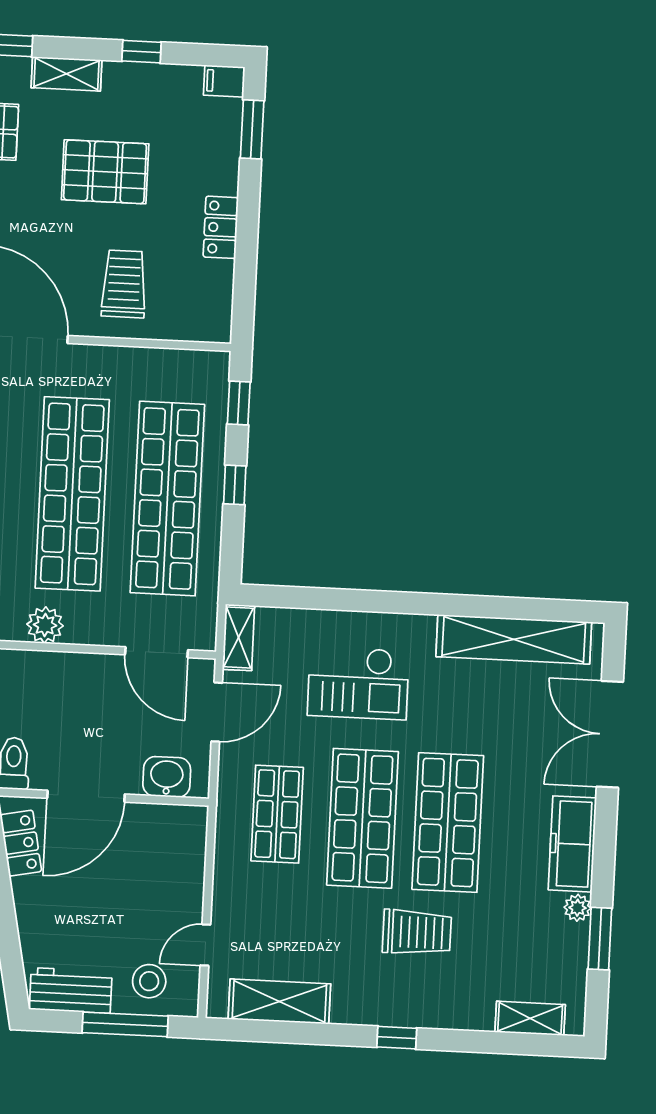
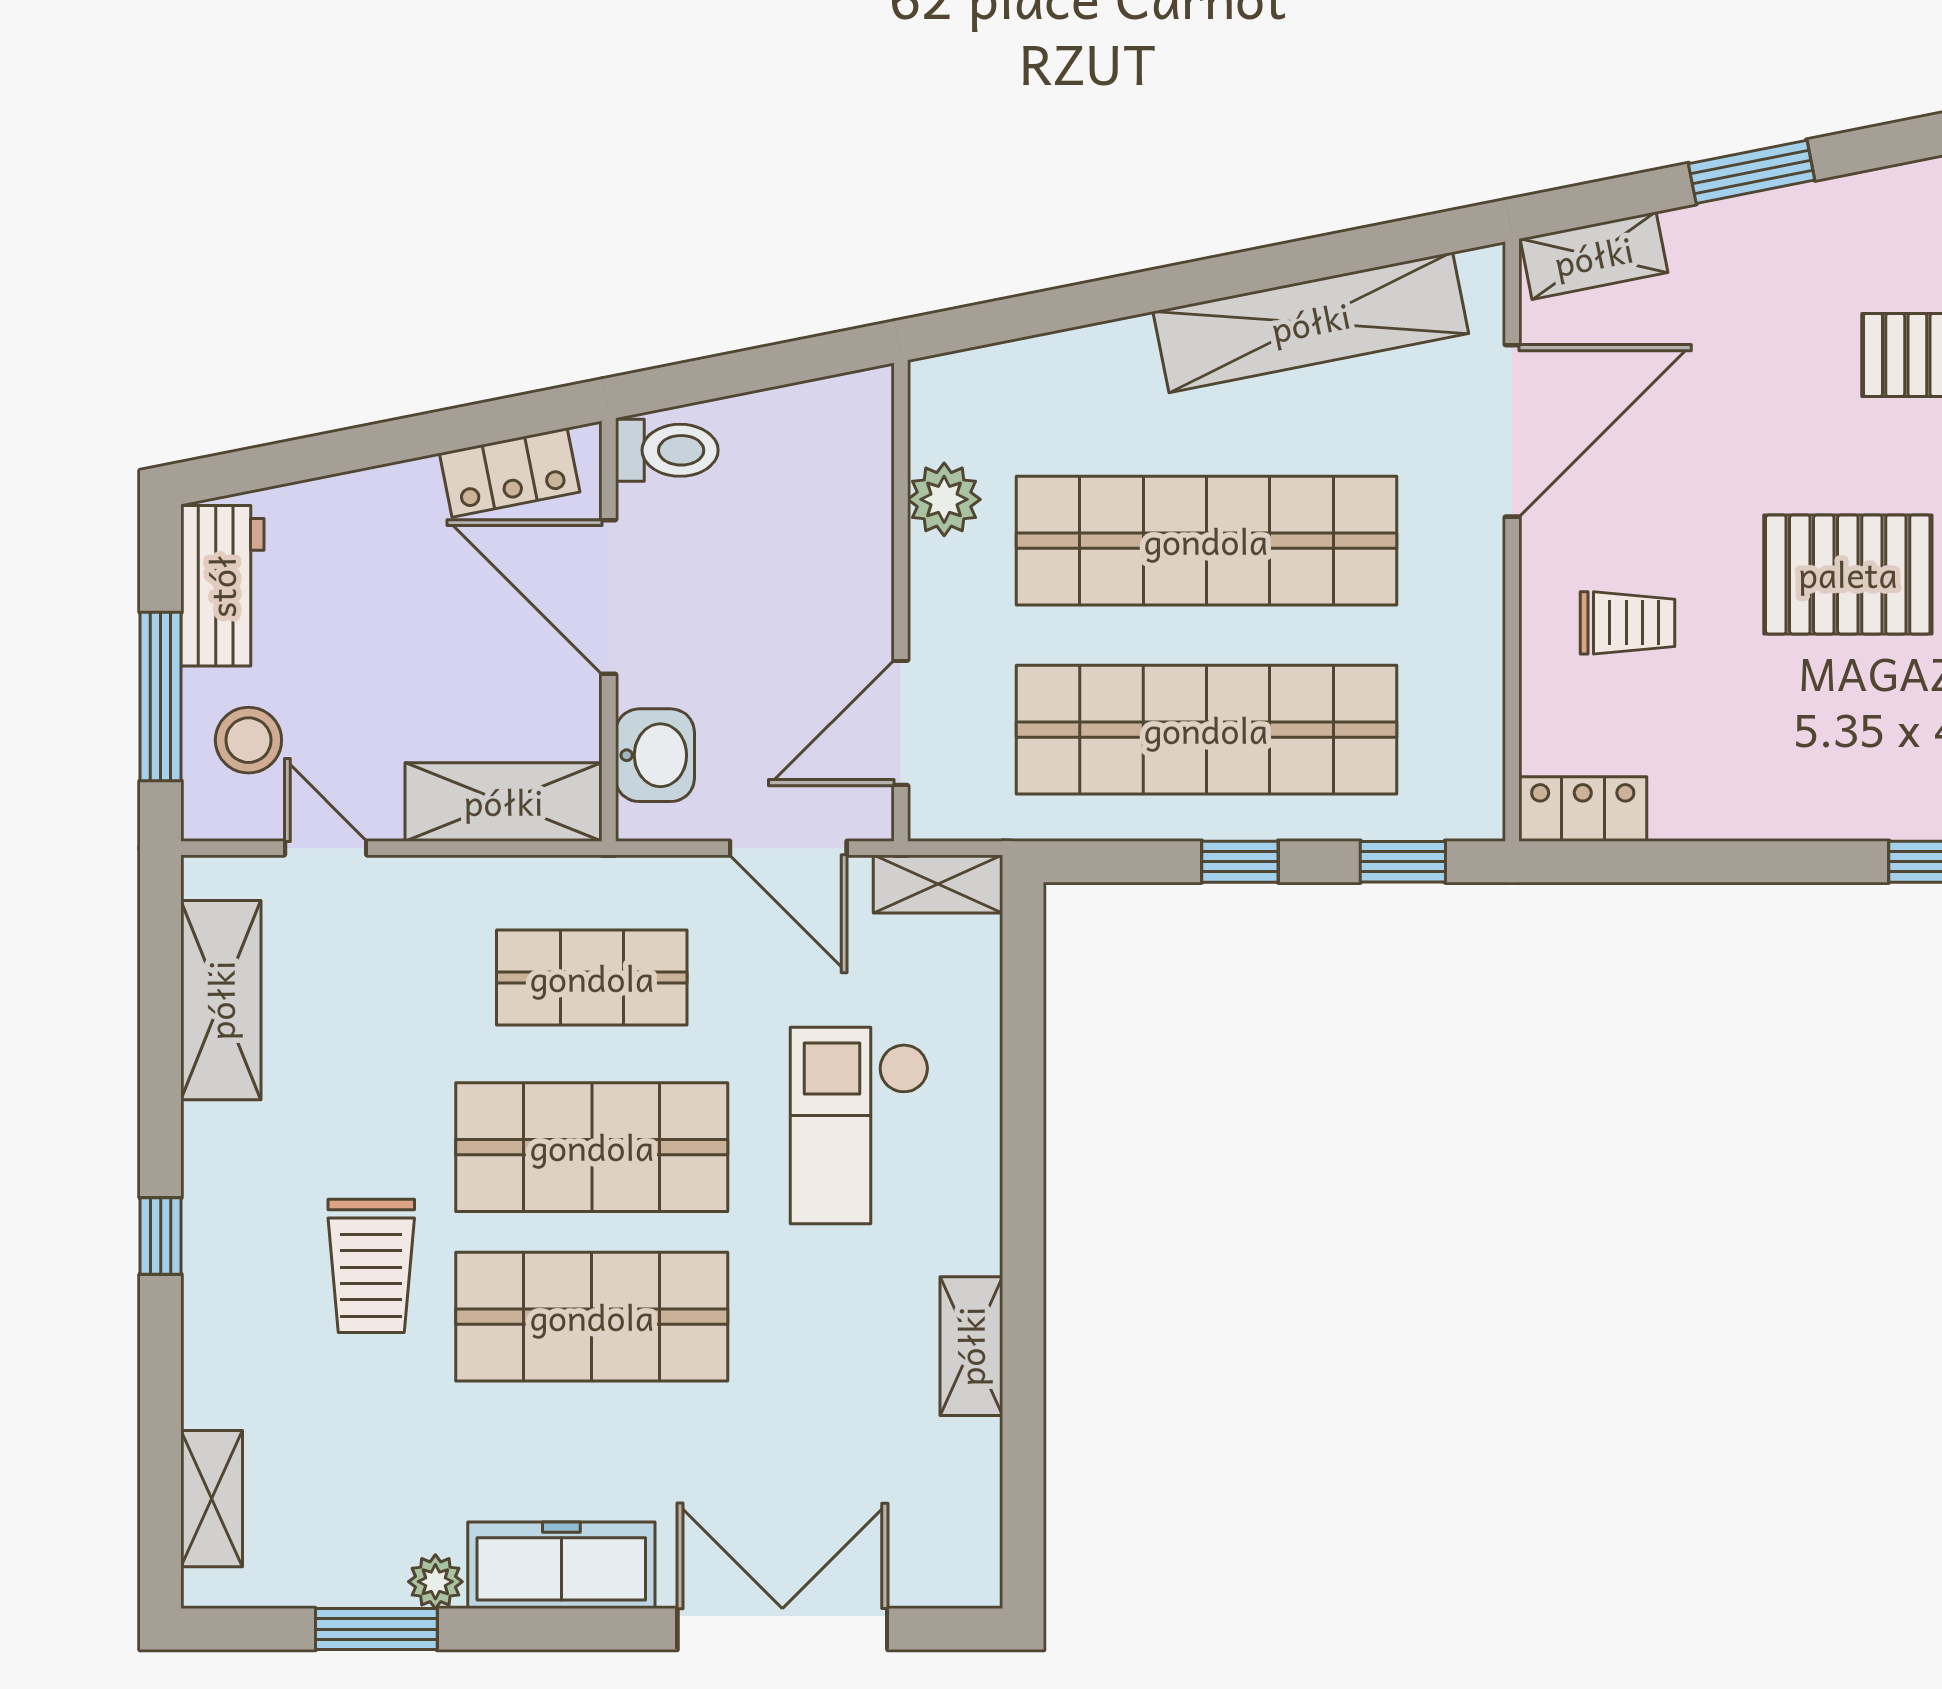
pallet: (105, 172) -> (1848, 574), turned 90
locker: (221, 227) -> (1583, 809), moved
trolley: (124, 284) -> (1628, 623), width x0.73, depth x0.72
shelving: (514, 639) -> (971, 1346), width x0.45, depth x0.75
shelving: (187, 854) -> (504, 802), added

